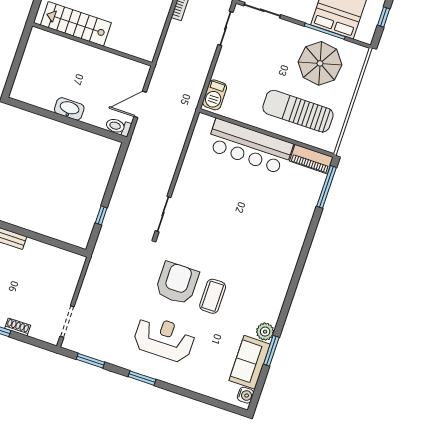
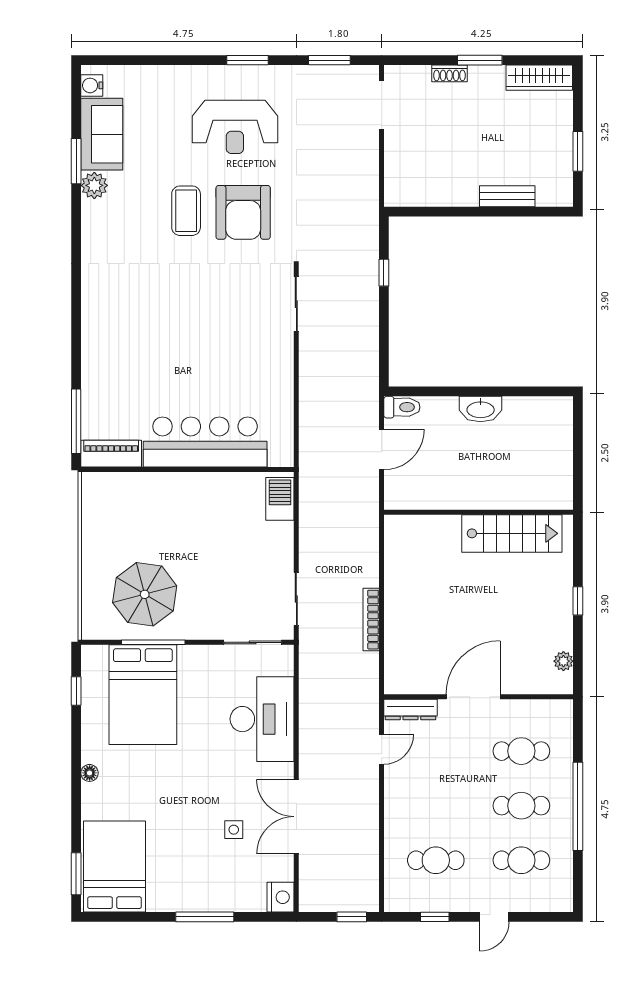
sun lounger: (298, 111) -> (153, 516), removed

